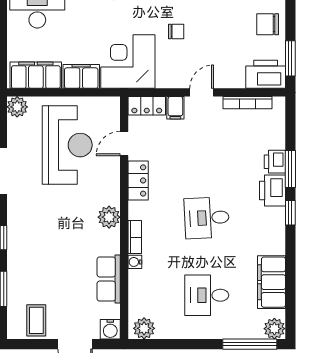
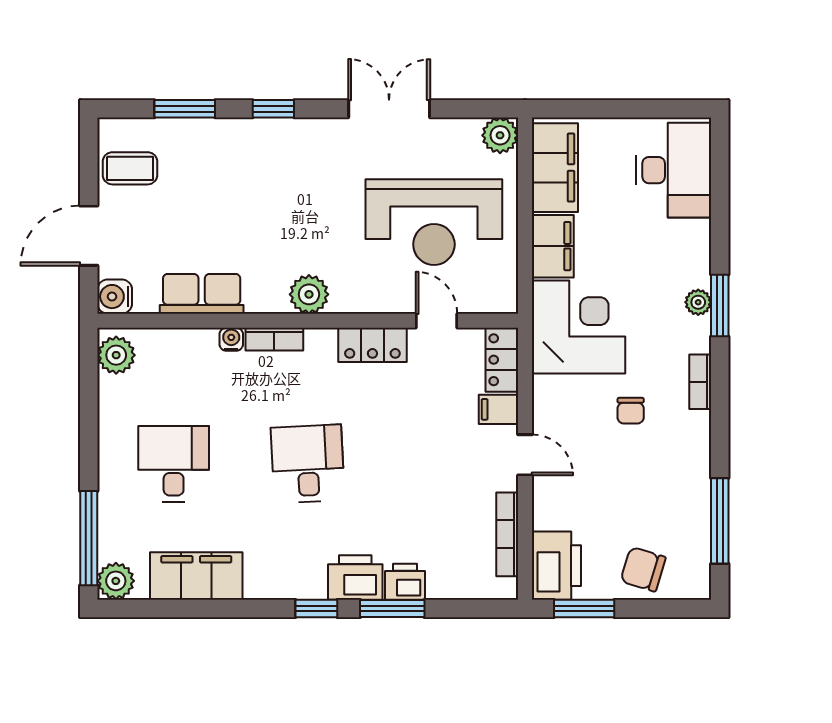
chair: (268, 24) -> (643, 569), turned -73

